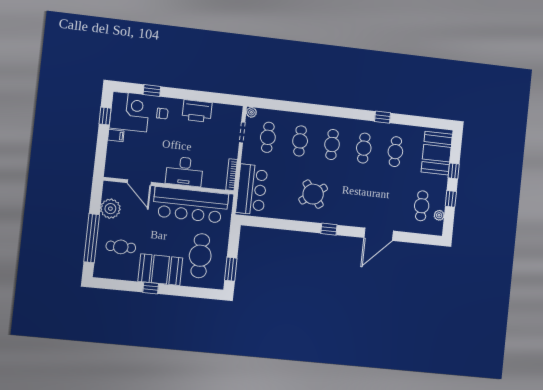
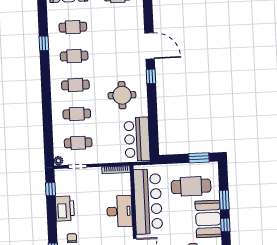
window: (221, 98) -> (50, 189), added
bar counter: (252, 189) -> (137, 139), moved, turned -90
round table: (313, 194) -> (122, 95), turned 36
door: (379, 234) -> (150, 46), moved
window: (179, 291) -> (224, 200), added

